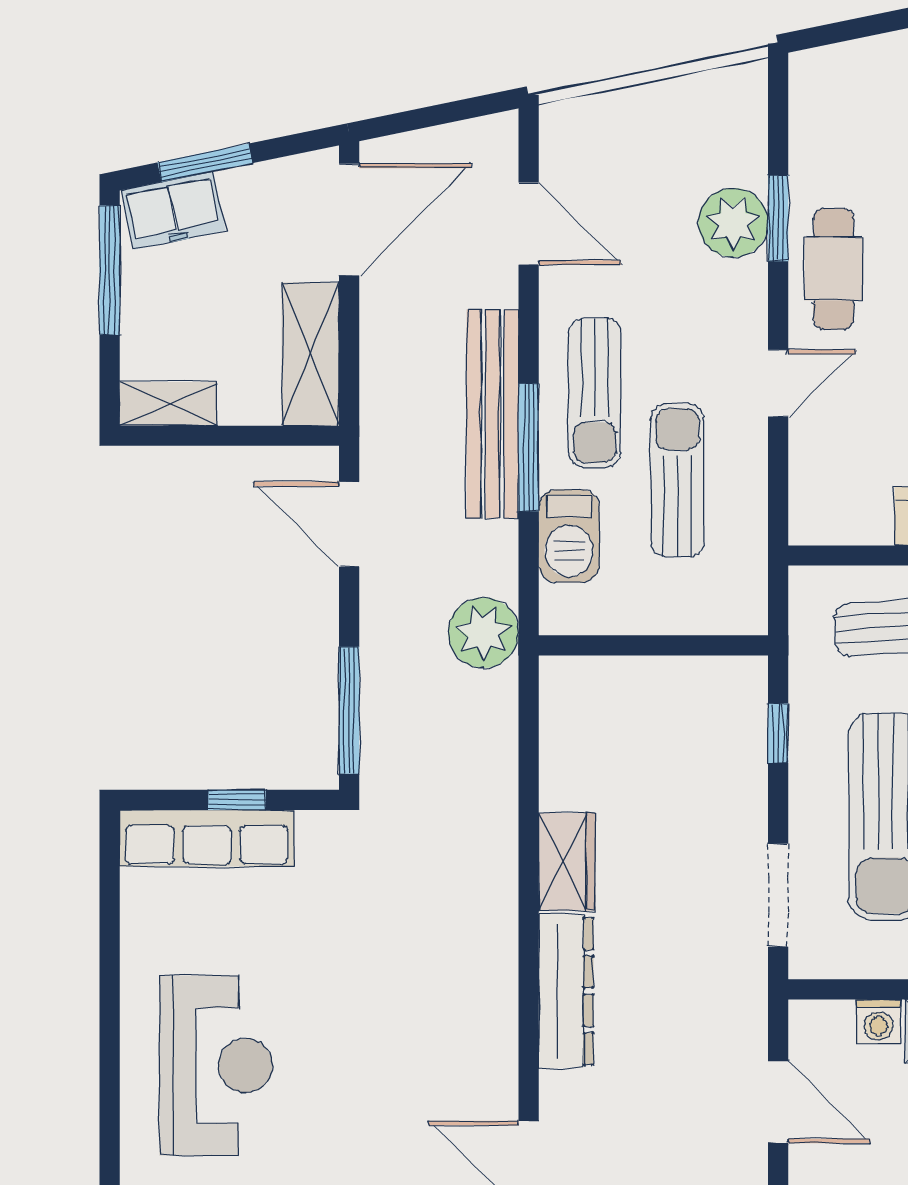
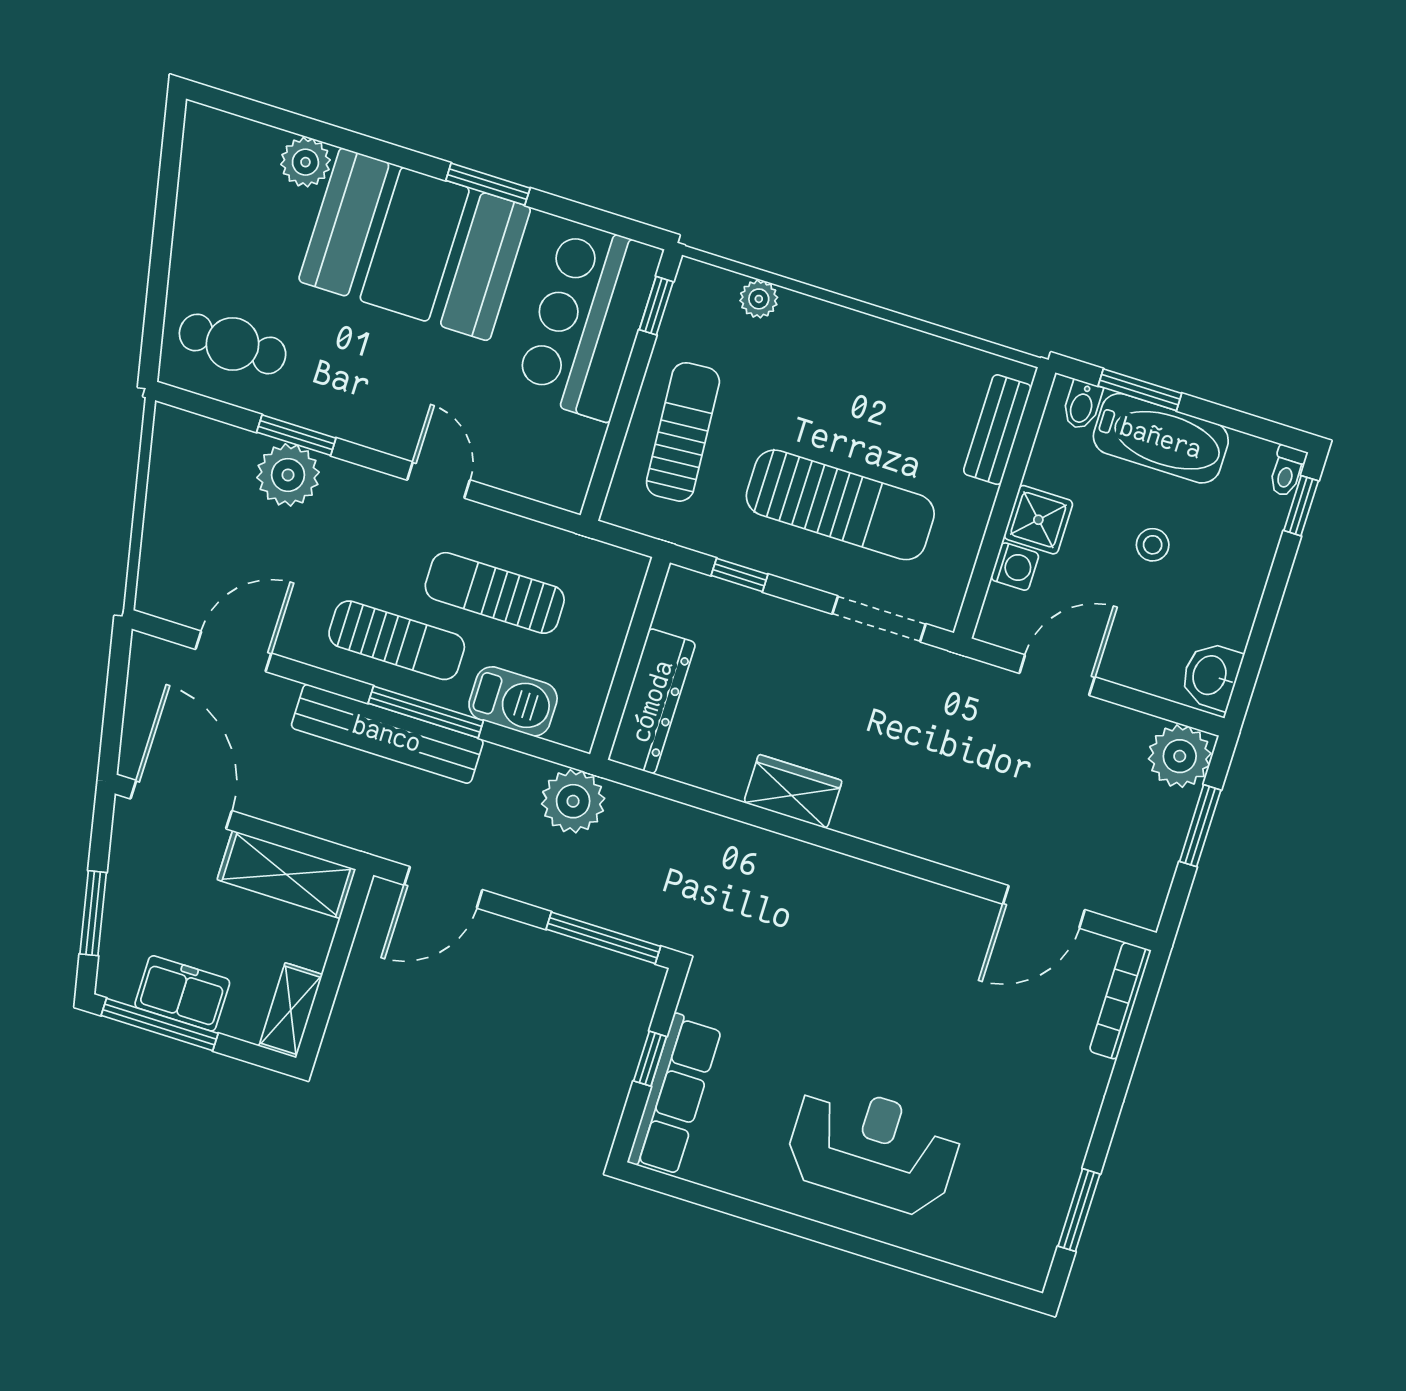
freezer: (173, 211) -> (182, 993), moved, turned -78
cafe table: (834, 269) -> (233, 344), moved
dresser: (566, 991) -> (652, 701), moved, turned 90

